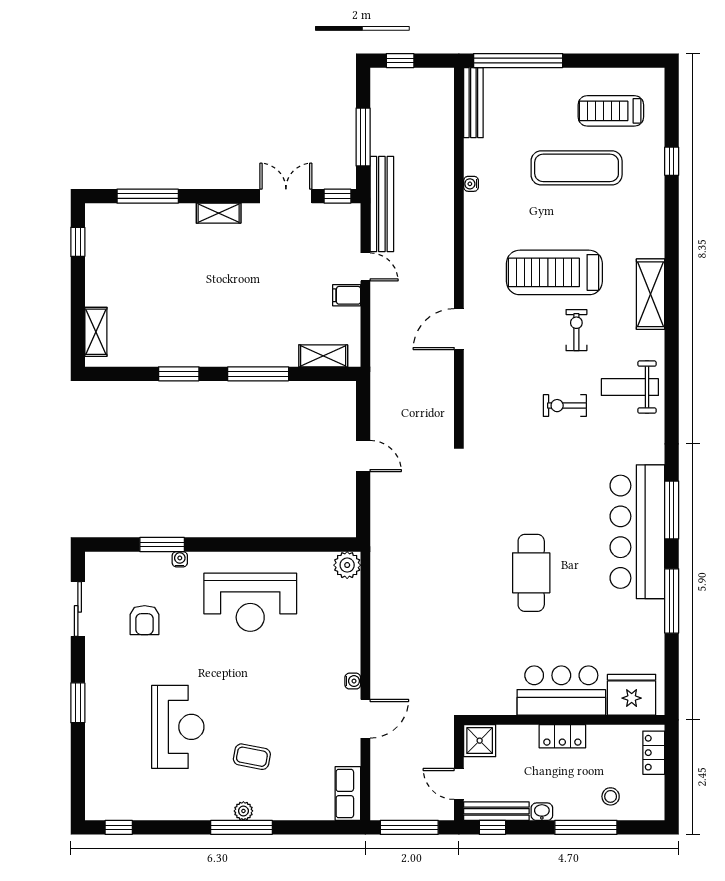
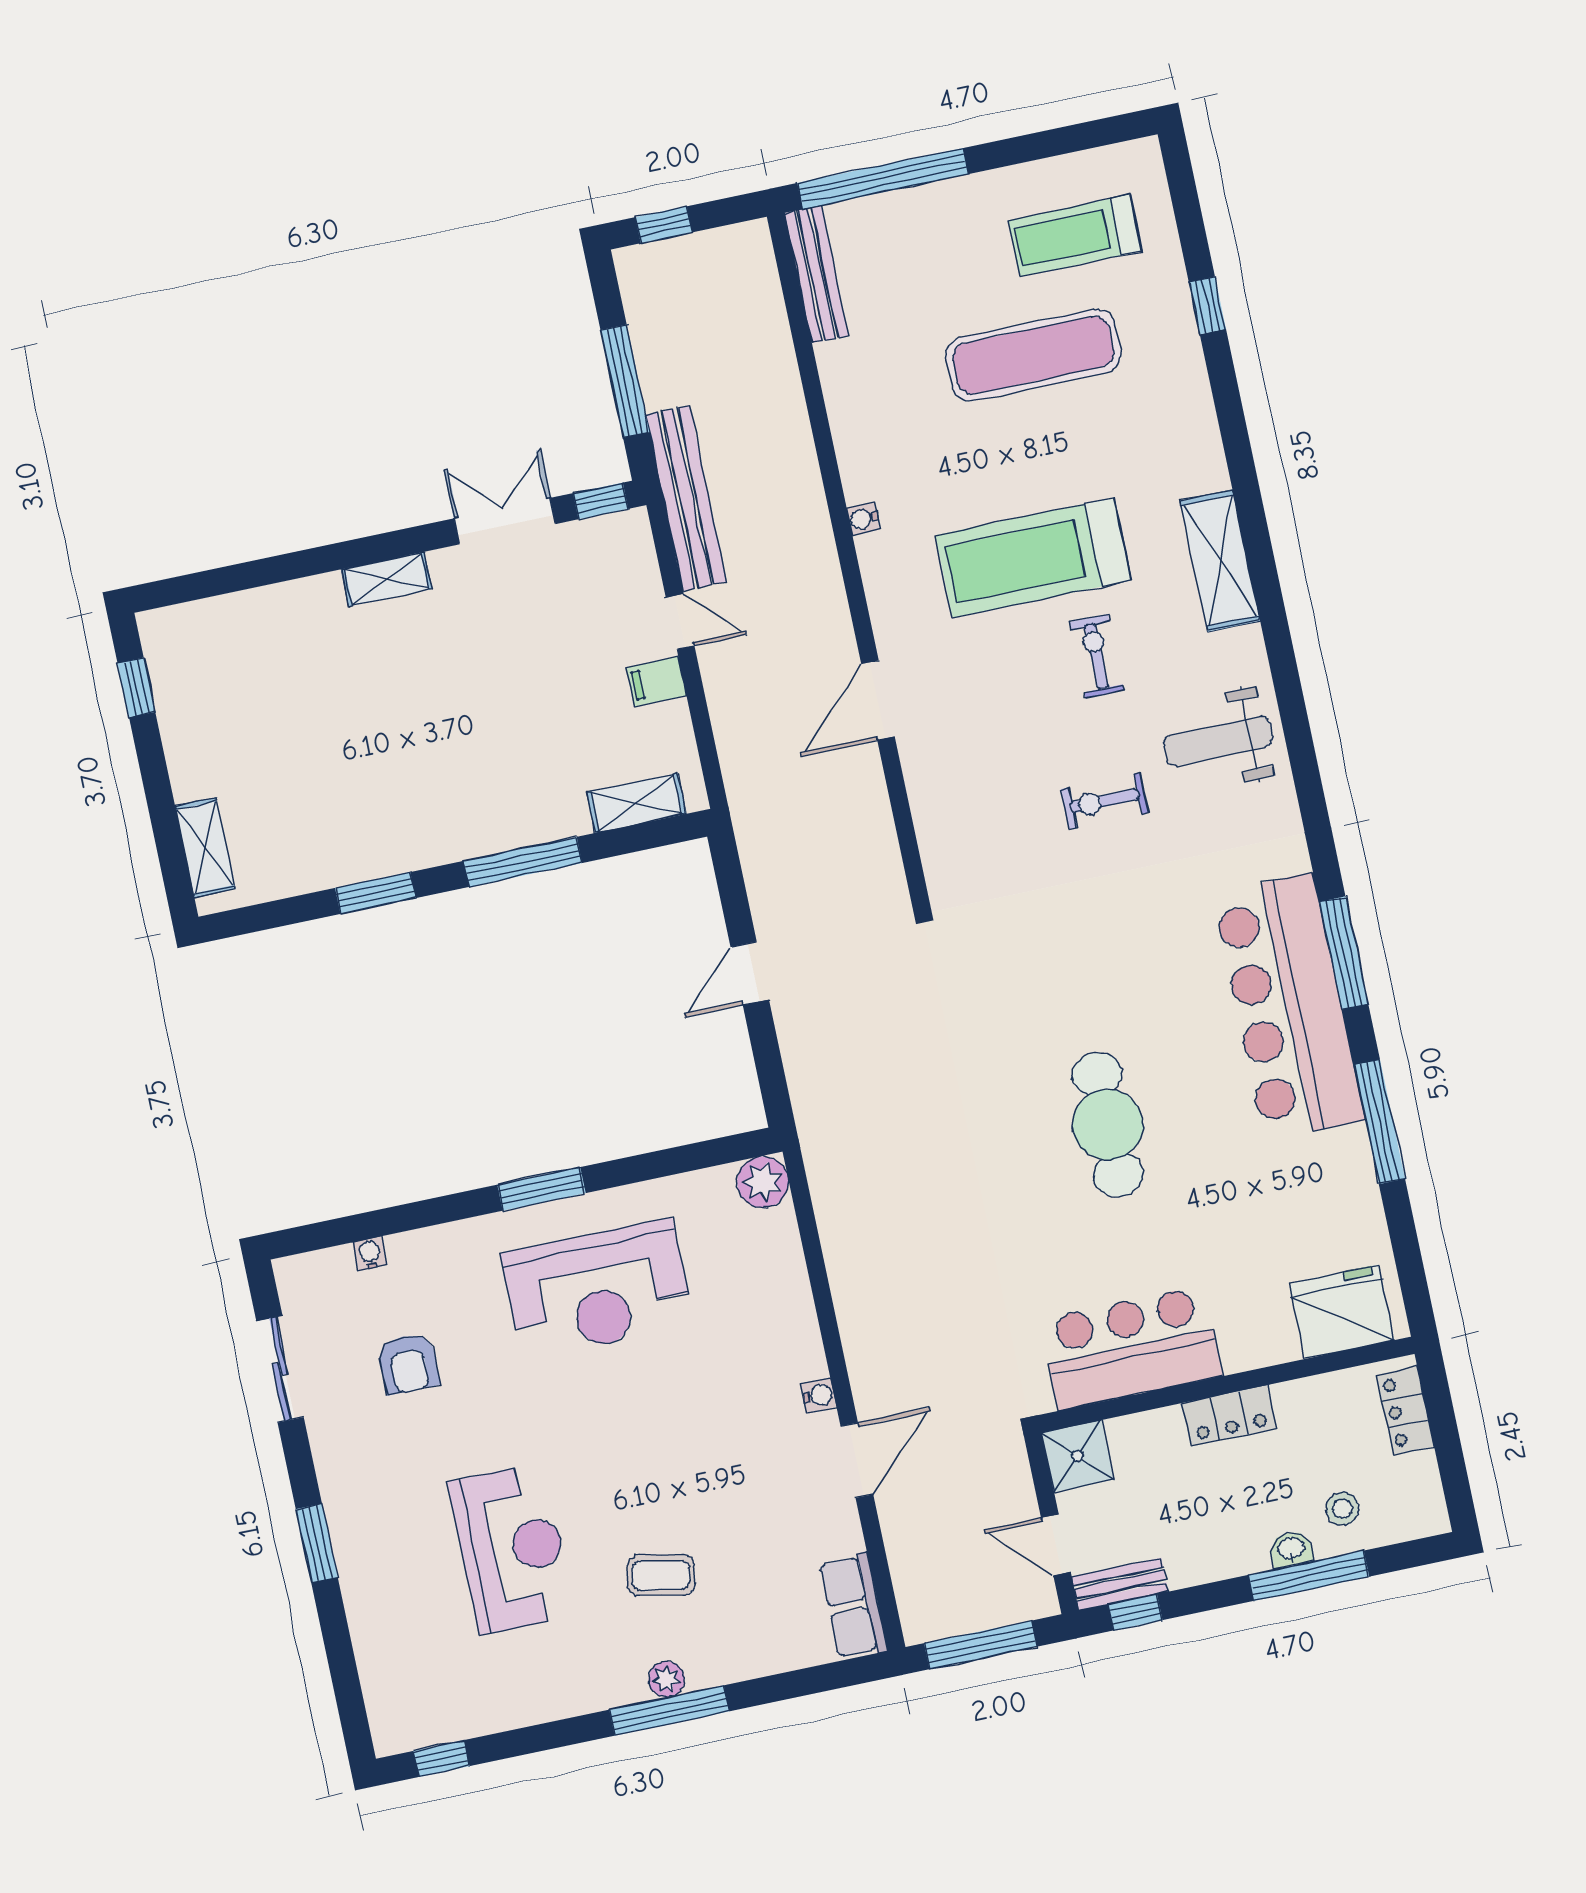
water cooler: (471, 184) -> (863, 519), moved
window: (148, 196) -> (248, 575), removed
door: (363, 456) -> (750, 973), swing flipped
window: (162, 544) -> (541, 1189), moved
water cooler: (180, 559) -> (370, 1254), moved
bar counter: (561, 691) -> (1131, 1348), moved
bench: (496, 811) -> (1120, 1584), width x0.73
washbasin: (542, 812) -> (1291, 1549), moved

